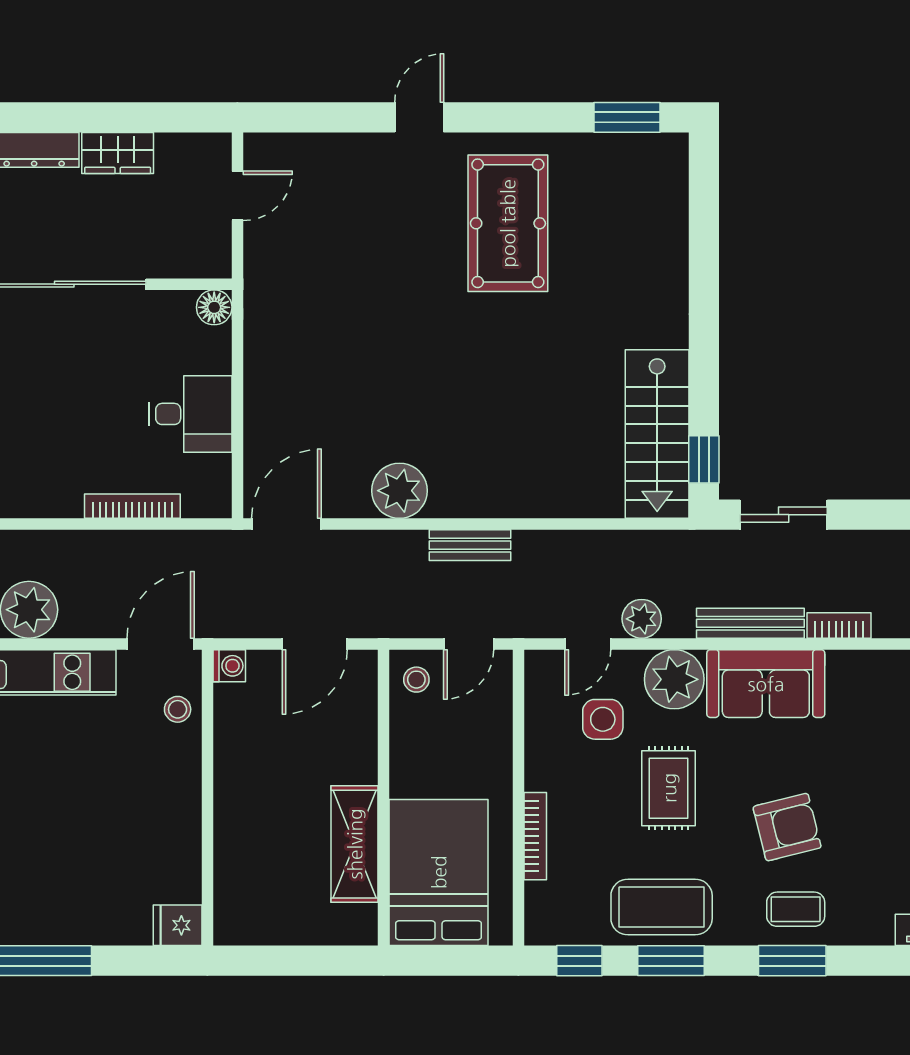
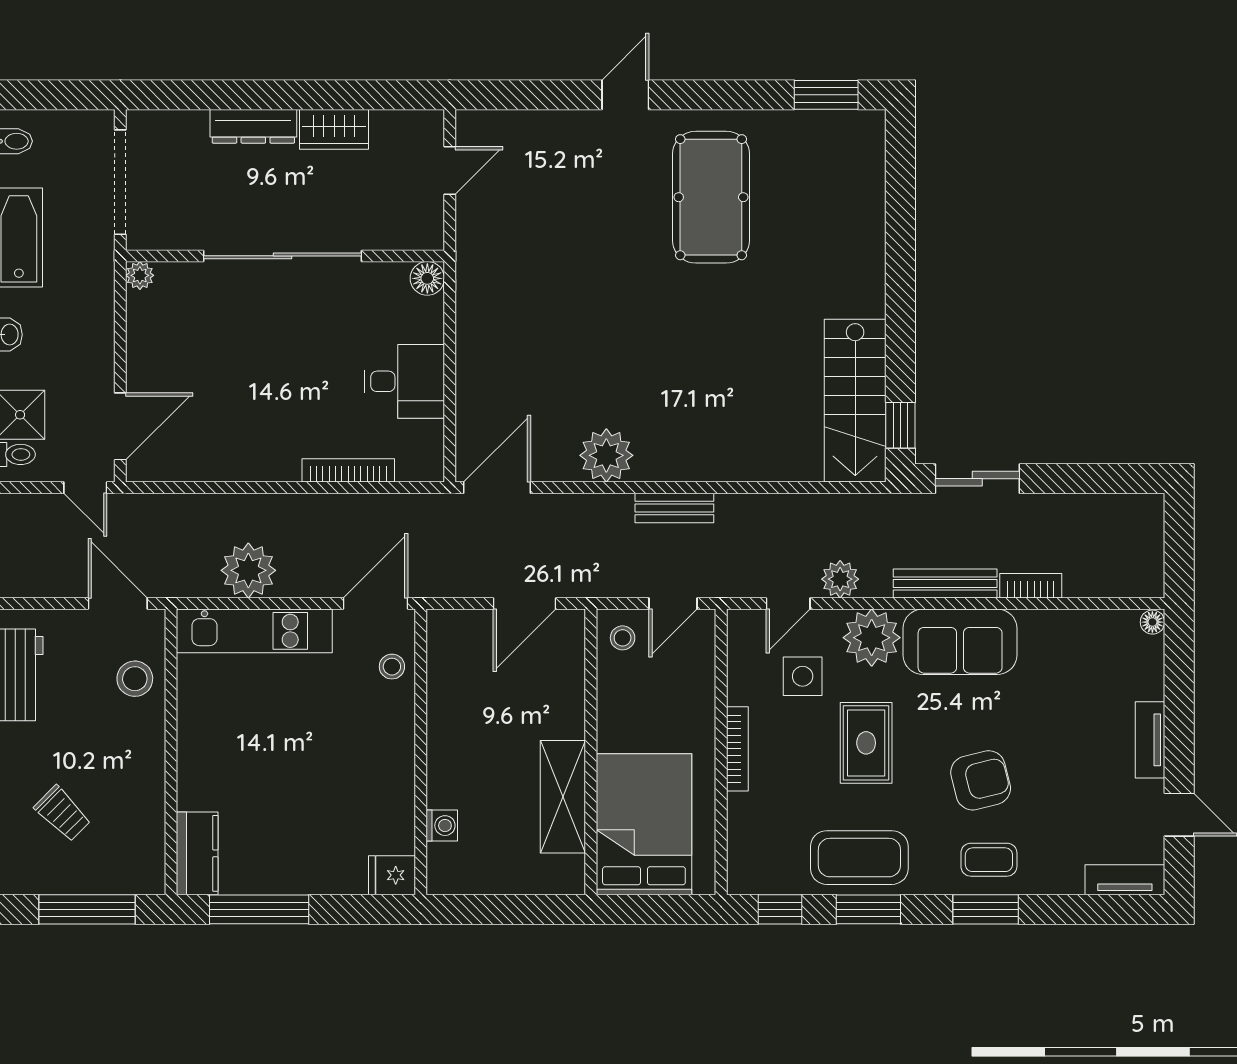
washing machine: (229, 666) -> (442, 826), moved
bookcase: (535, 836) -> (737, 749), moved

